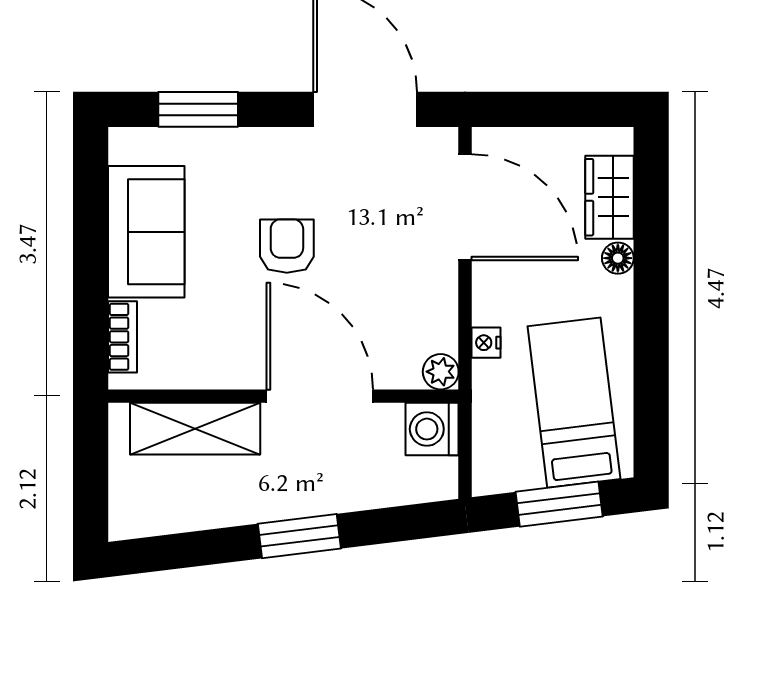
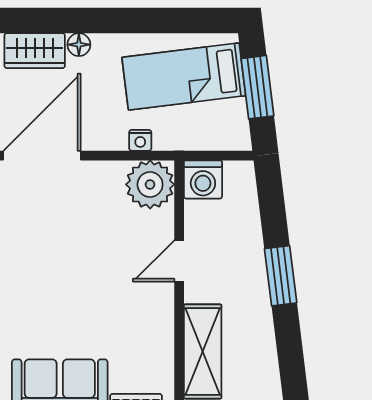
armchair: (287, 246) -> (70, 285), removed
plant: (441, 372) -> (150, 184), width x1.88, depth x1.88
door: (320, 396) -> (179, 261), width x0.53

